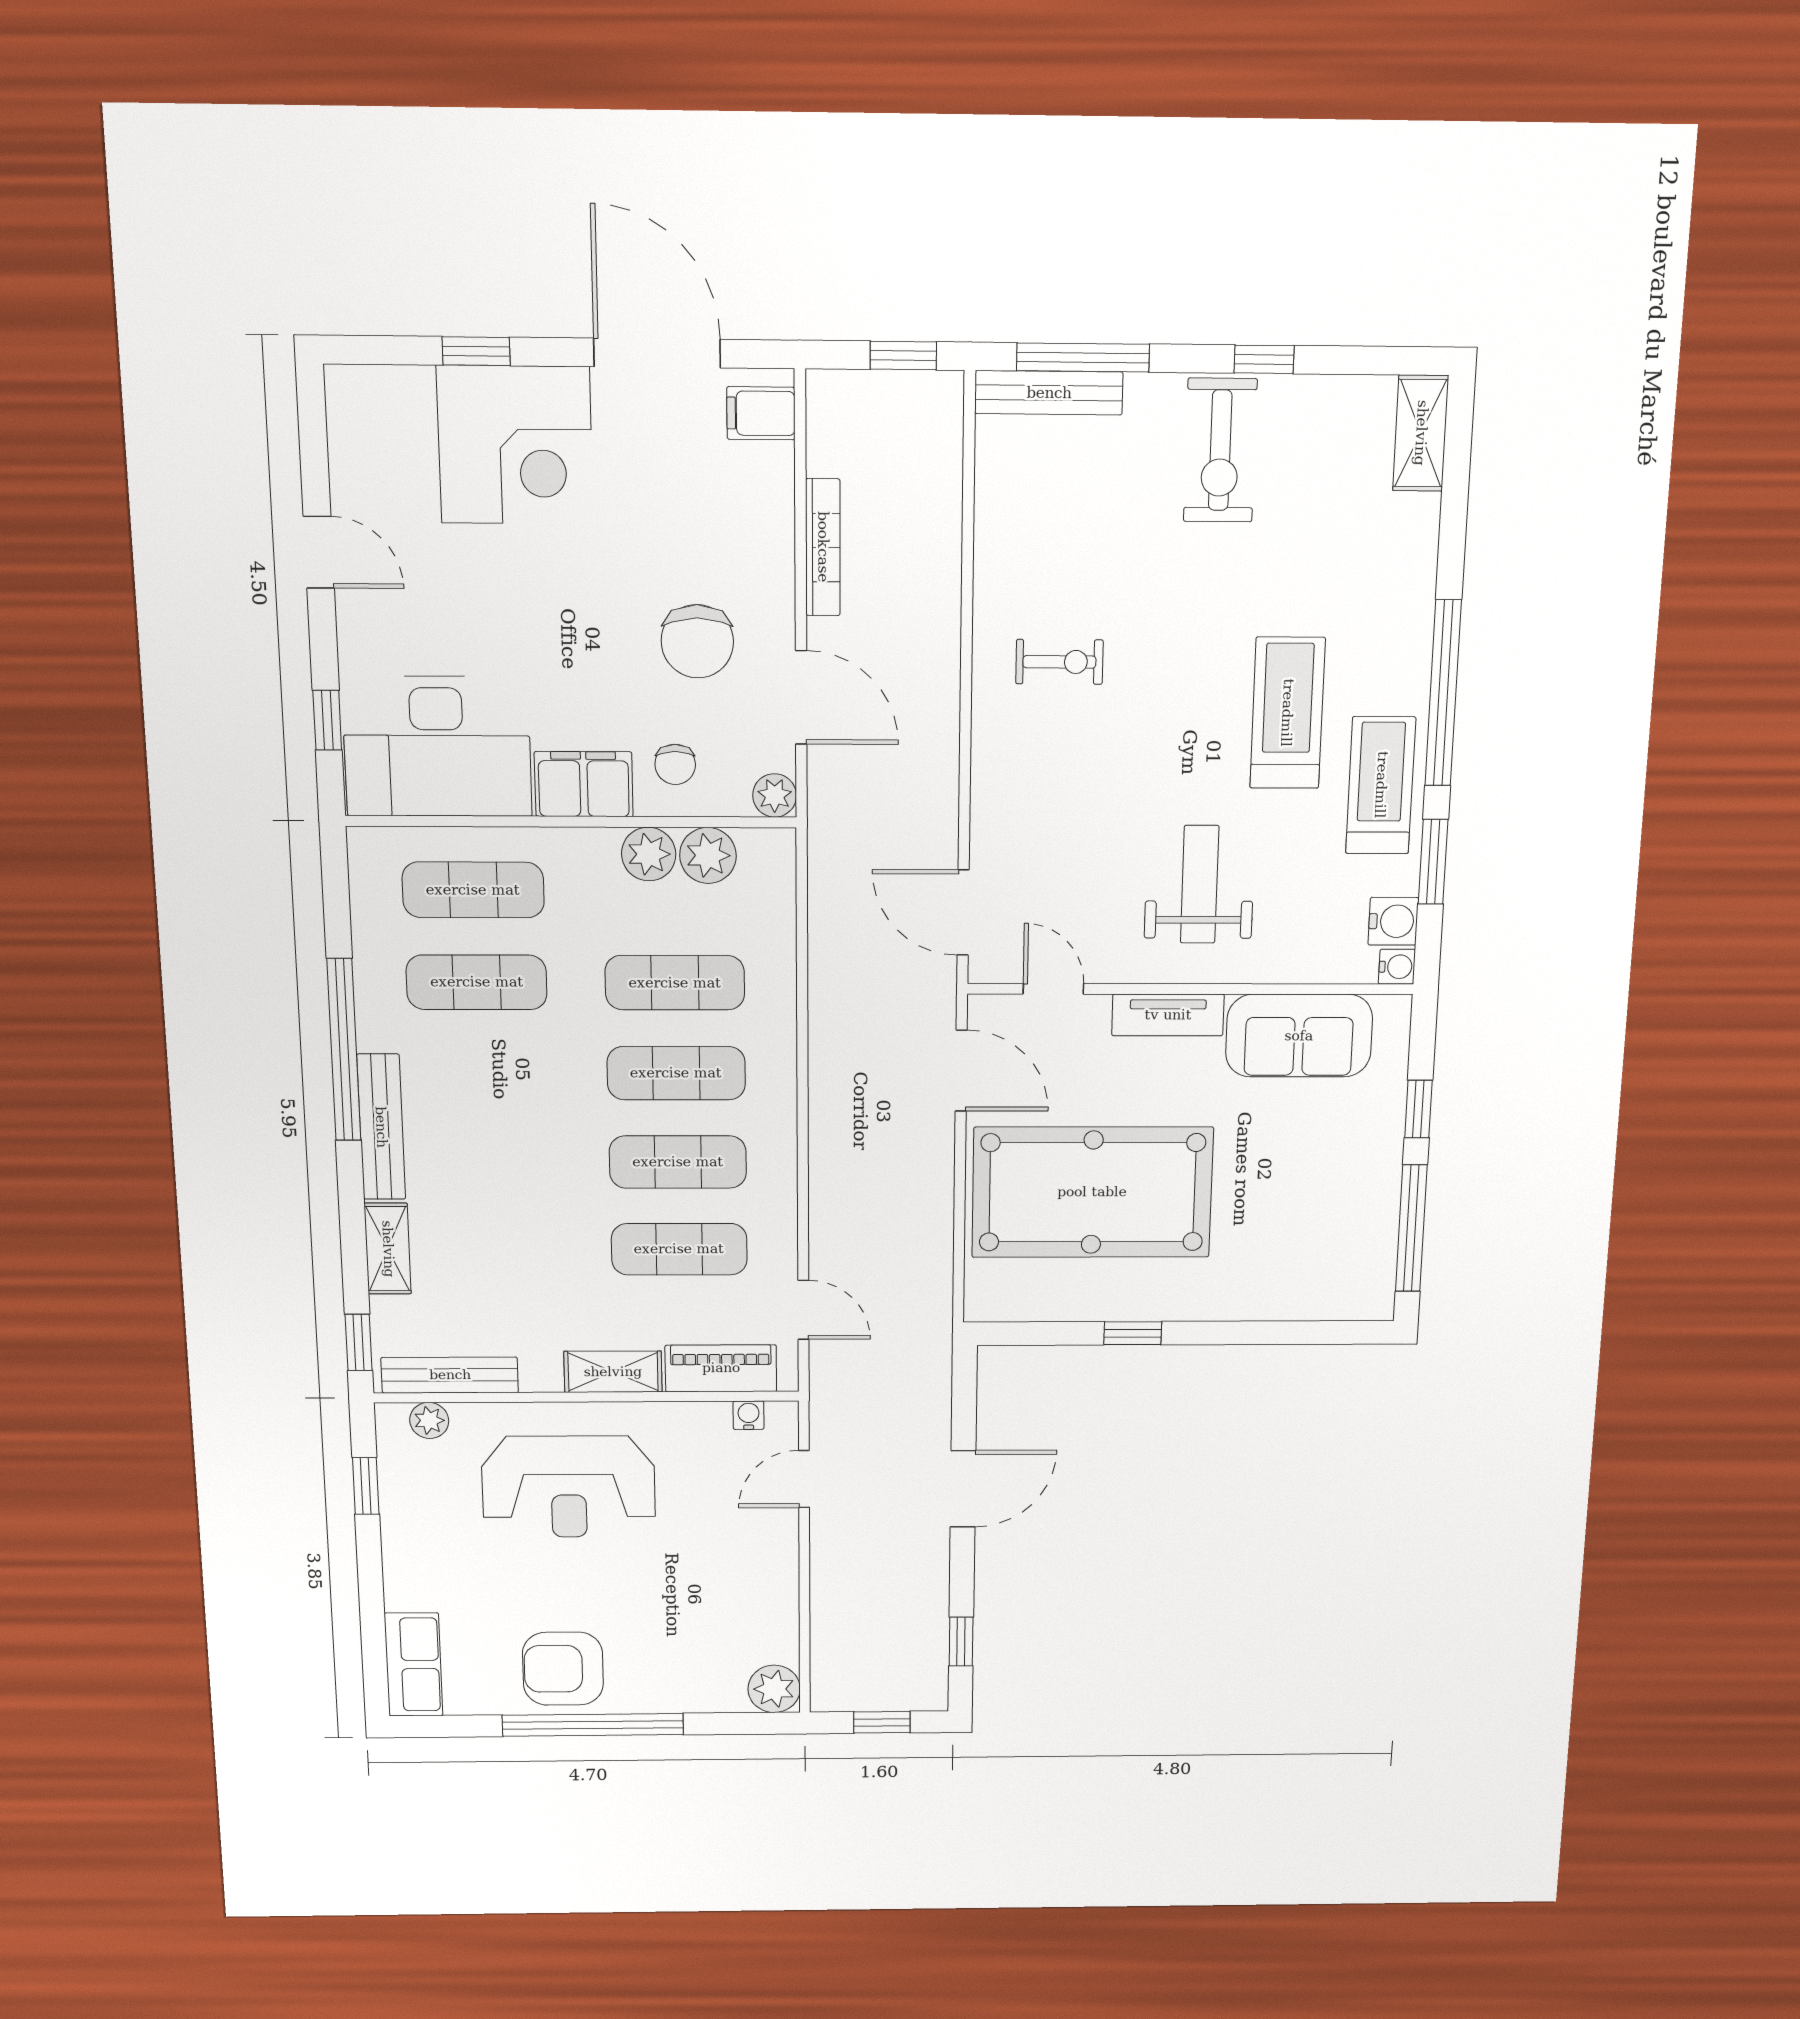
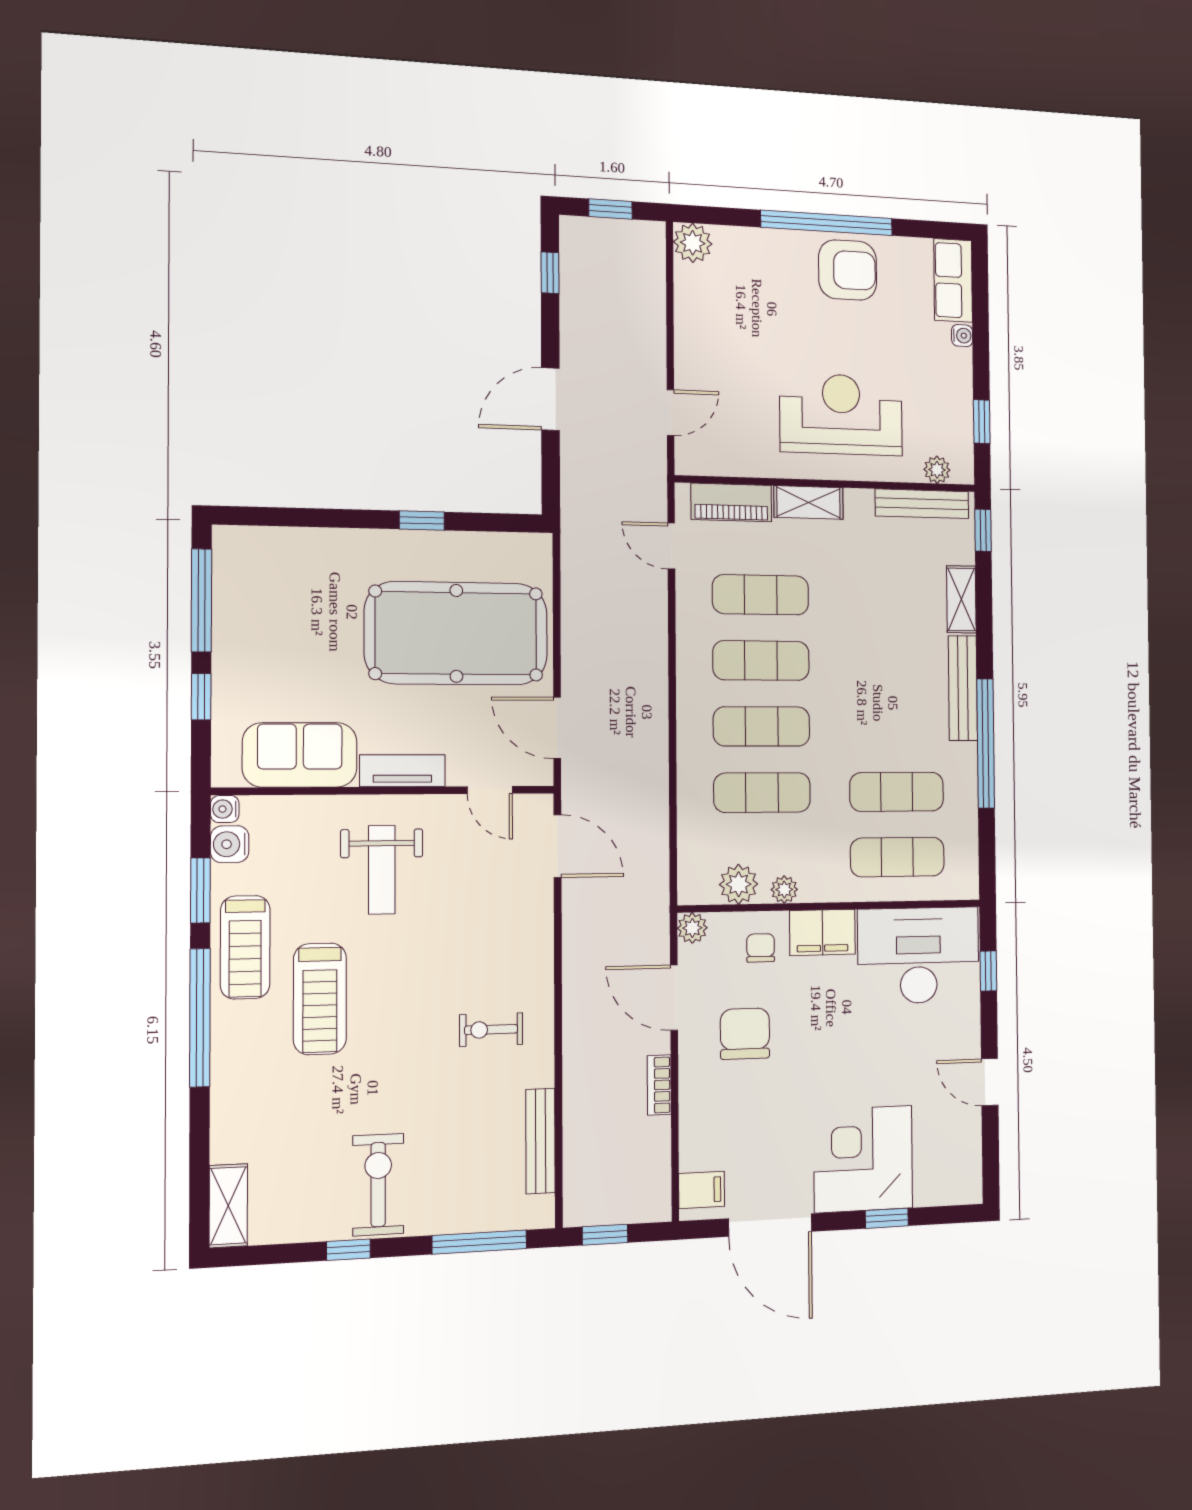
bench: (1049, 393) -> (540, 1141), moved, turned 90
bookcase: (823, 547) -> (659, 1085), width x0.64
plant: (649, 854) -> (784, 890), width x0.73, depth x0.73
water cooler: (749, 1415) -> (962, 336), moved, turned -90

